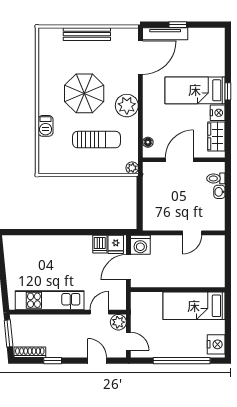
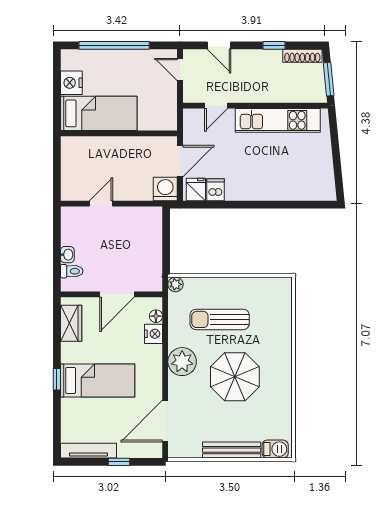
tv unit: (165, 34) -> (88, 451), moved
nightstand: (218, 113) -> (153, 334), moved, turned 180
barbecue: (46, 126) -> (275, 449), moved, turned 90
plant: (118, 322) -> (193, 93), removed
nightstand: (216, 344) -> (71, 83), moved

